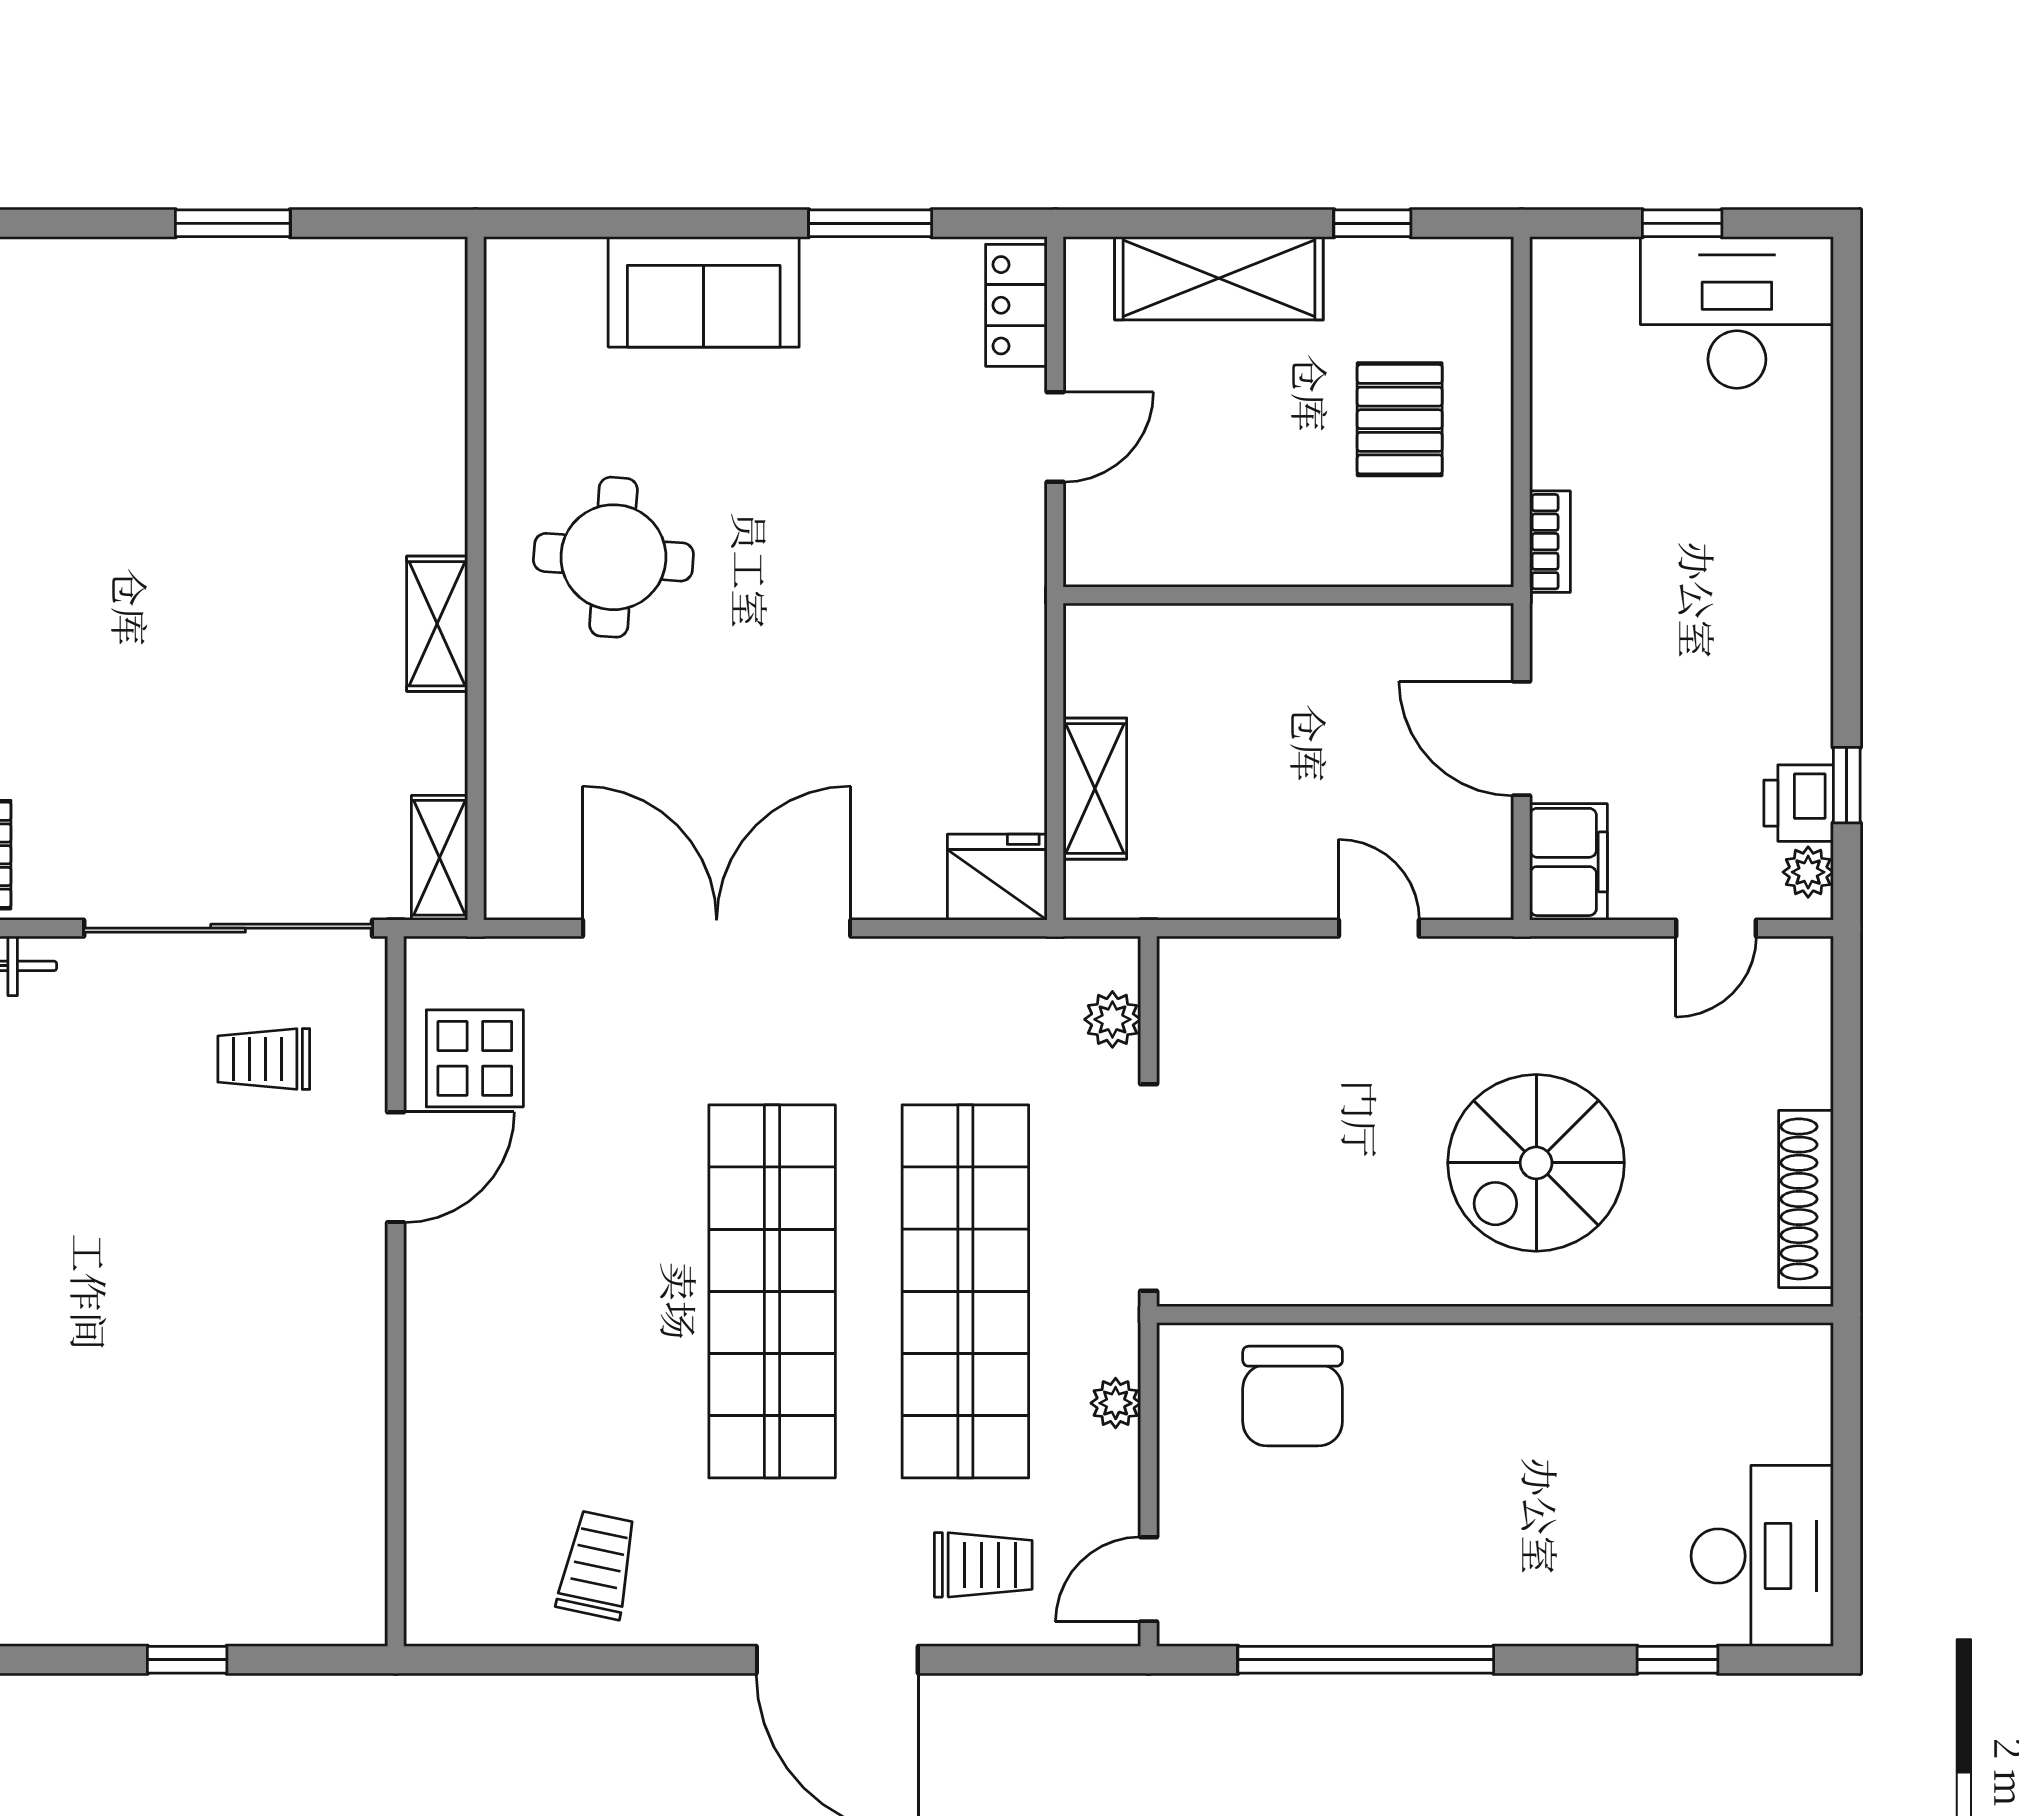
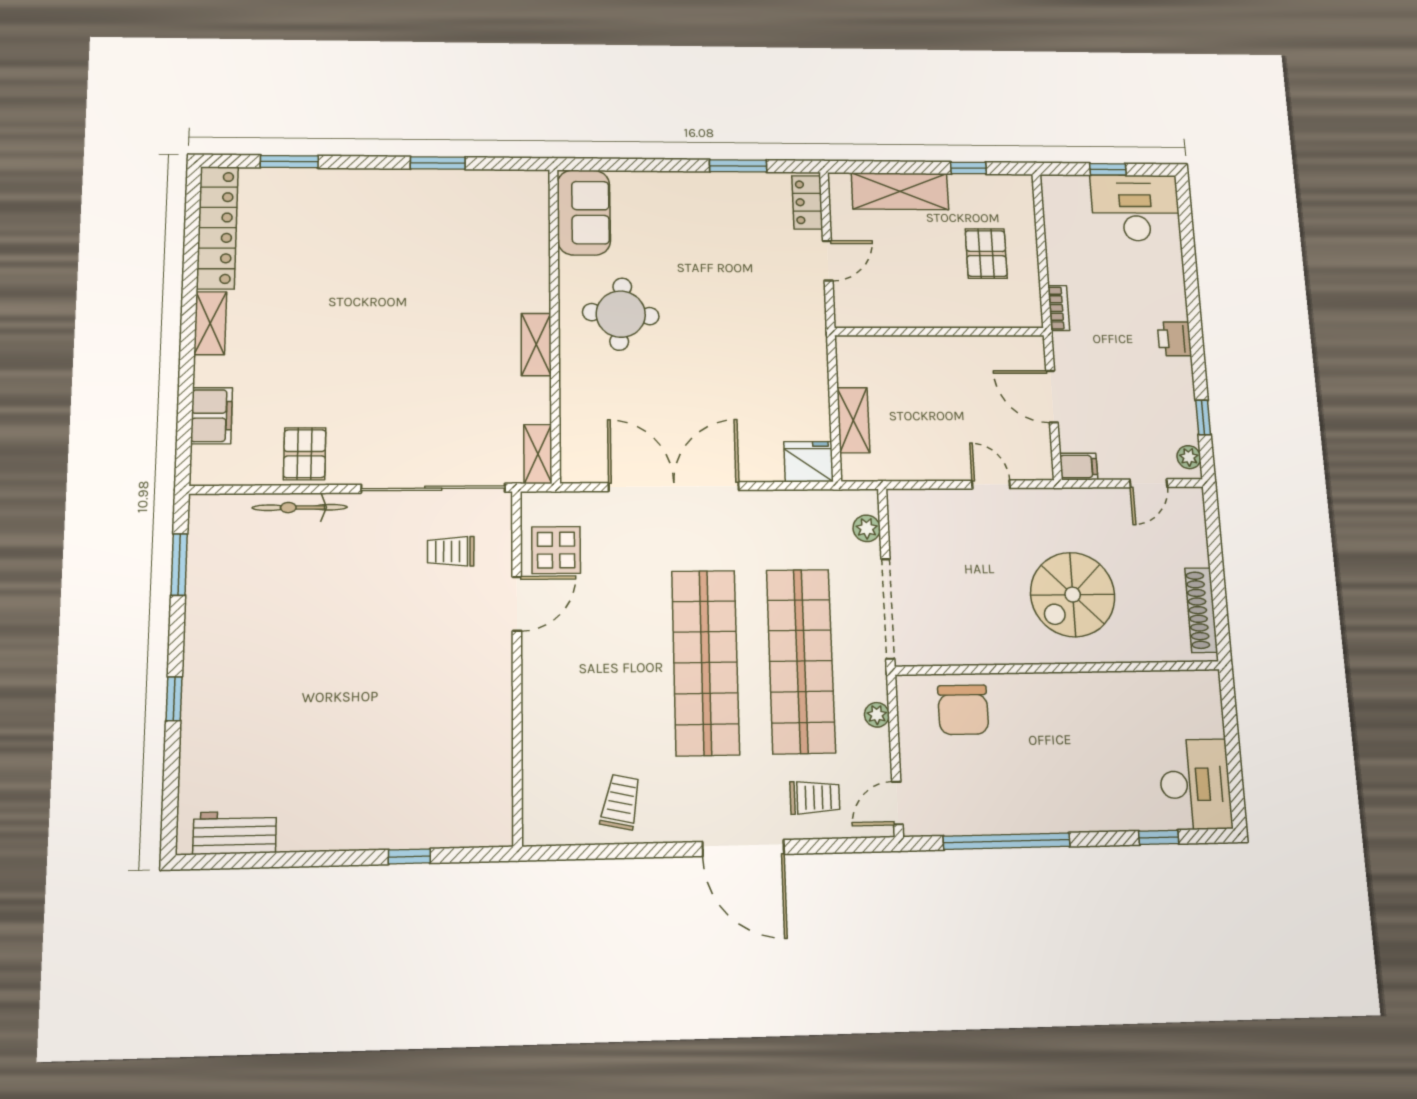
sofa: (704, 292) -> (584, 213), moved, turned -90
printer: (1799, 803) -> (1174, 339), moved
filing cabinet: (1568, 862) -> (1079, 467), width x0.50

